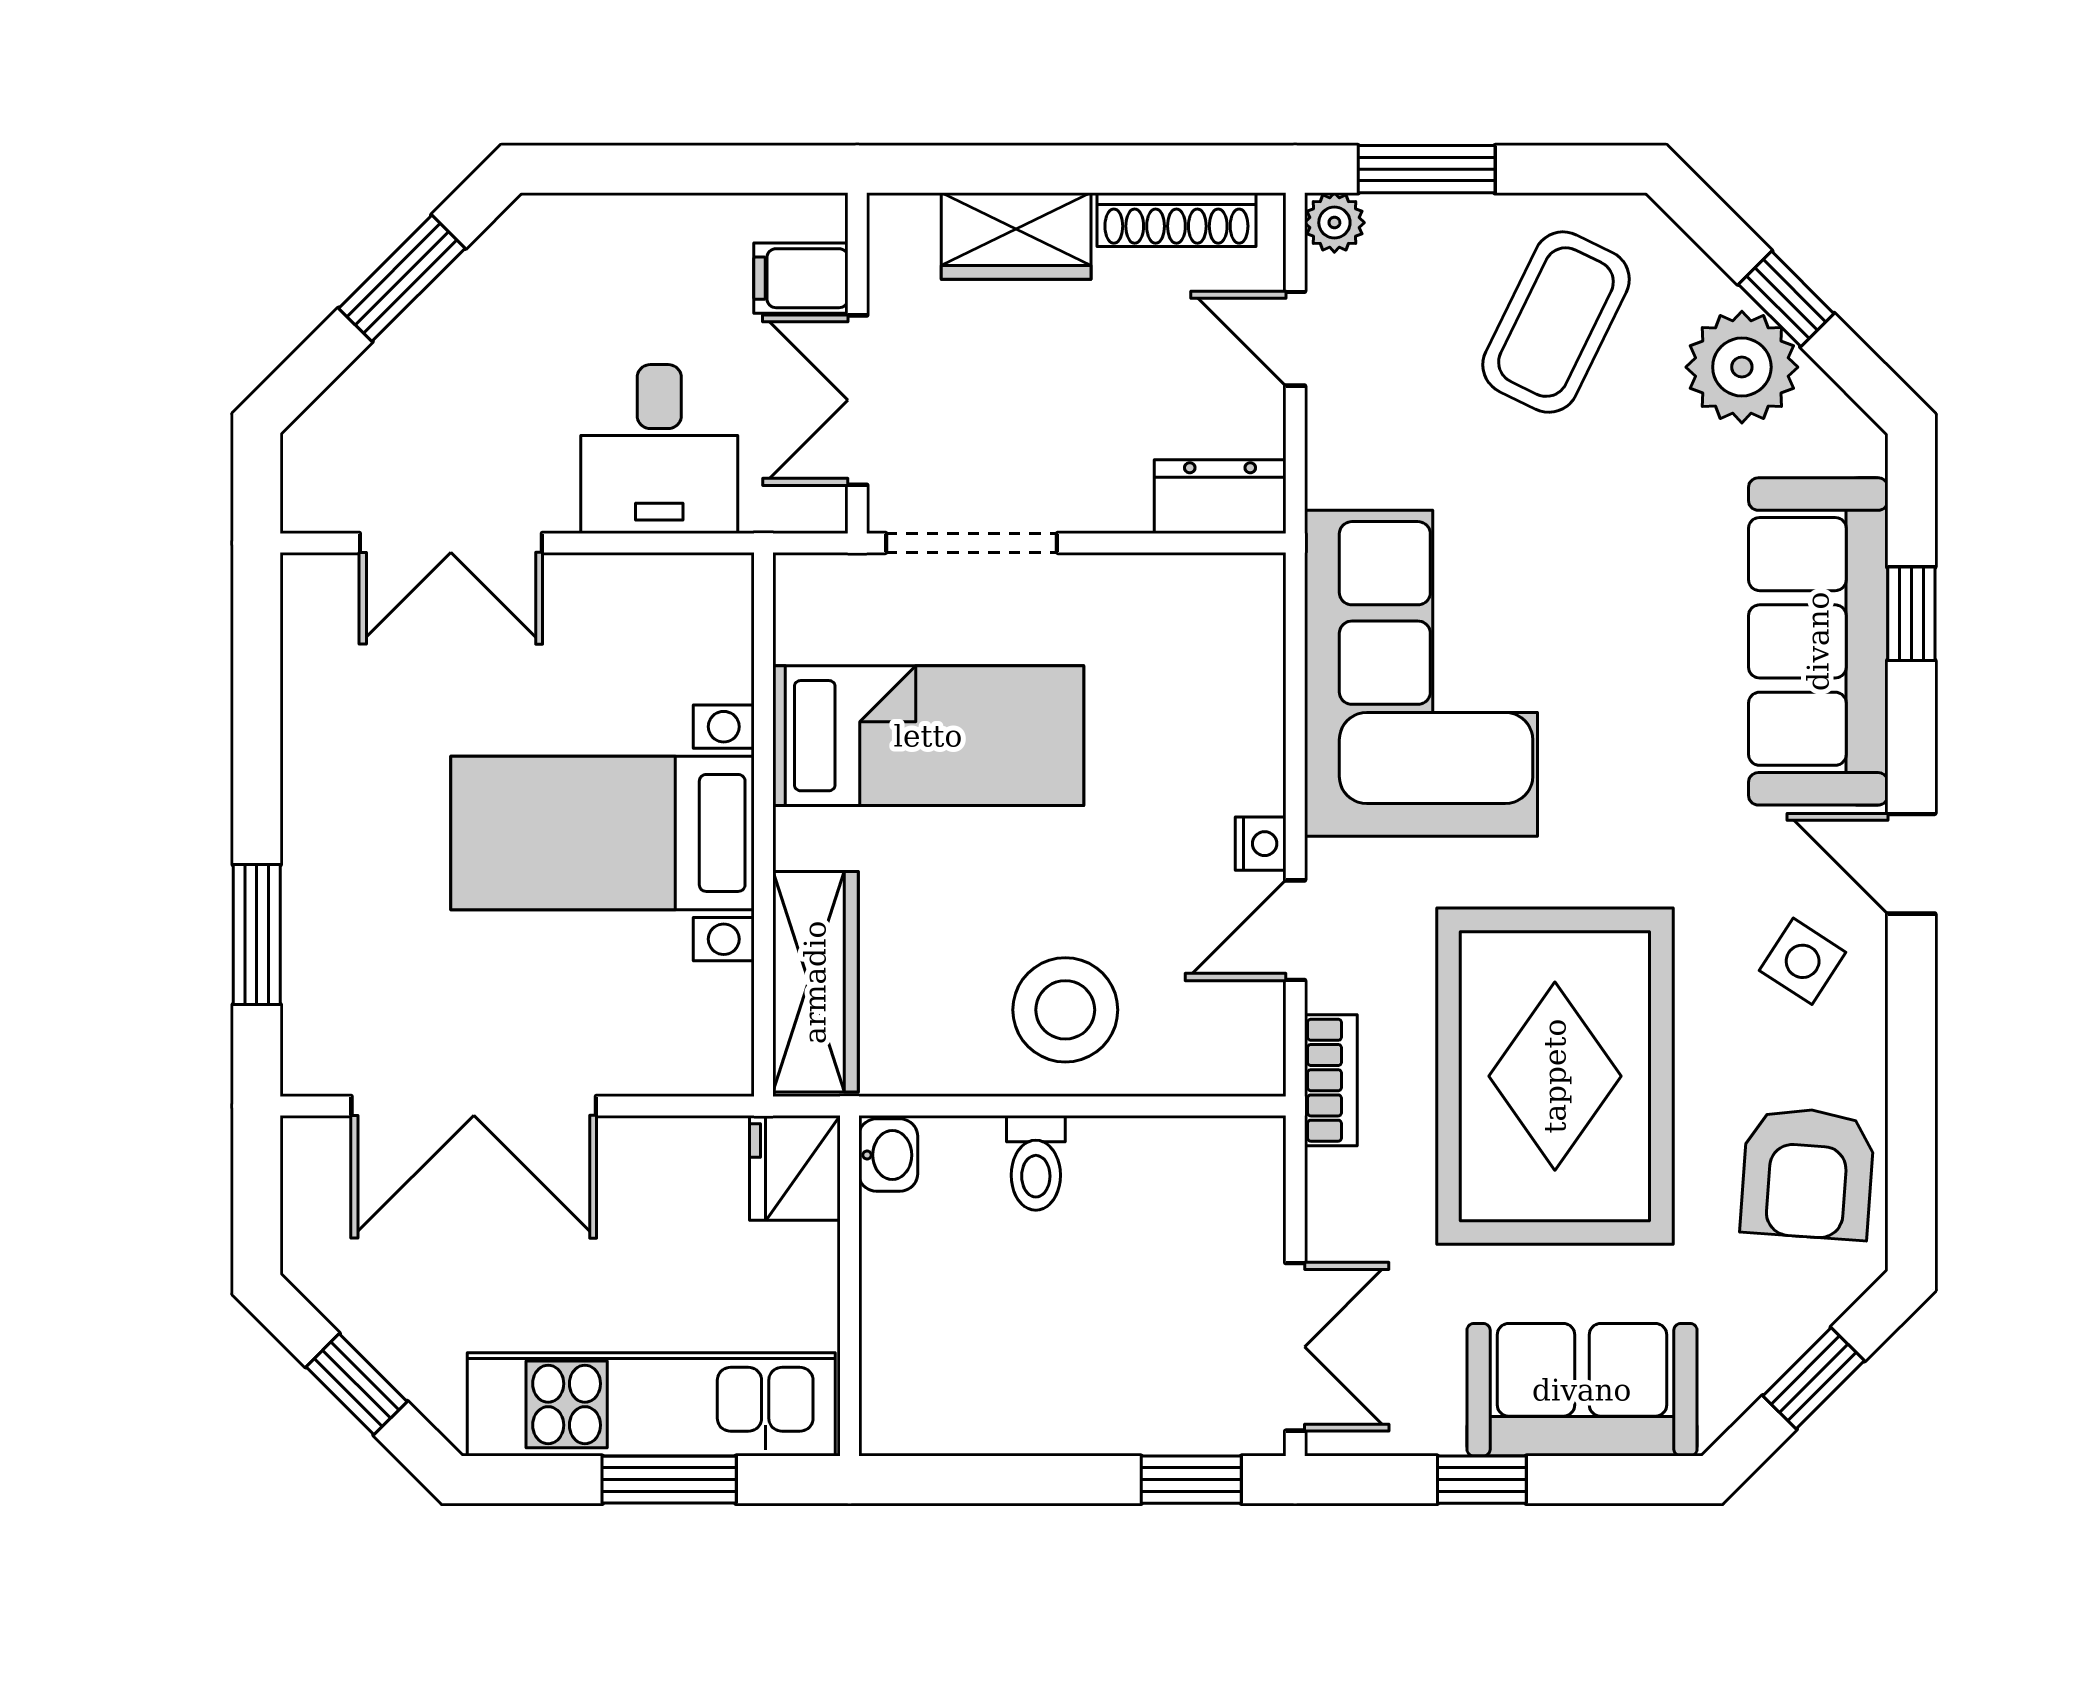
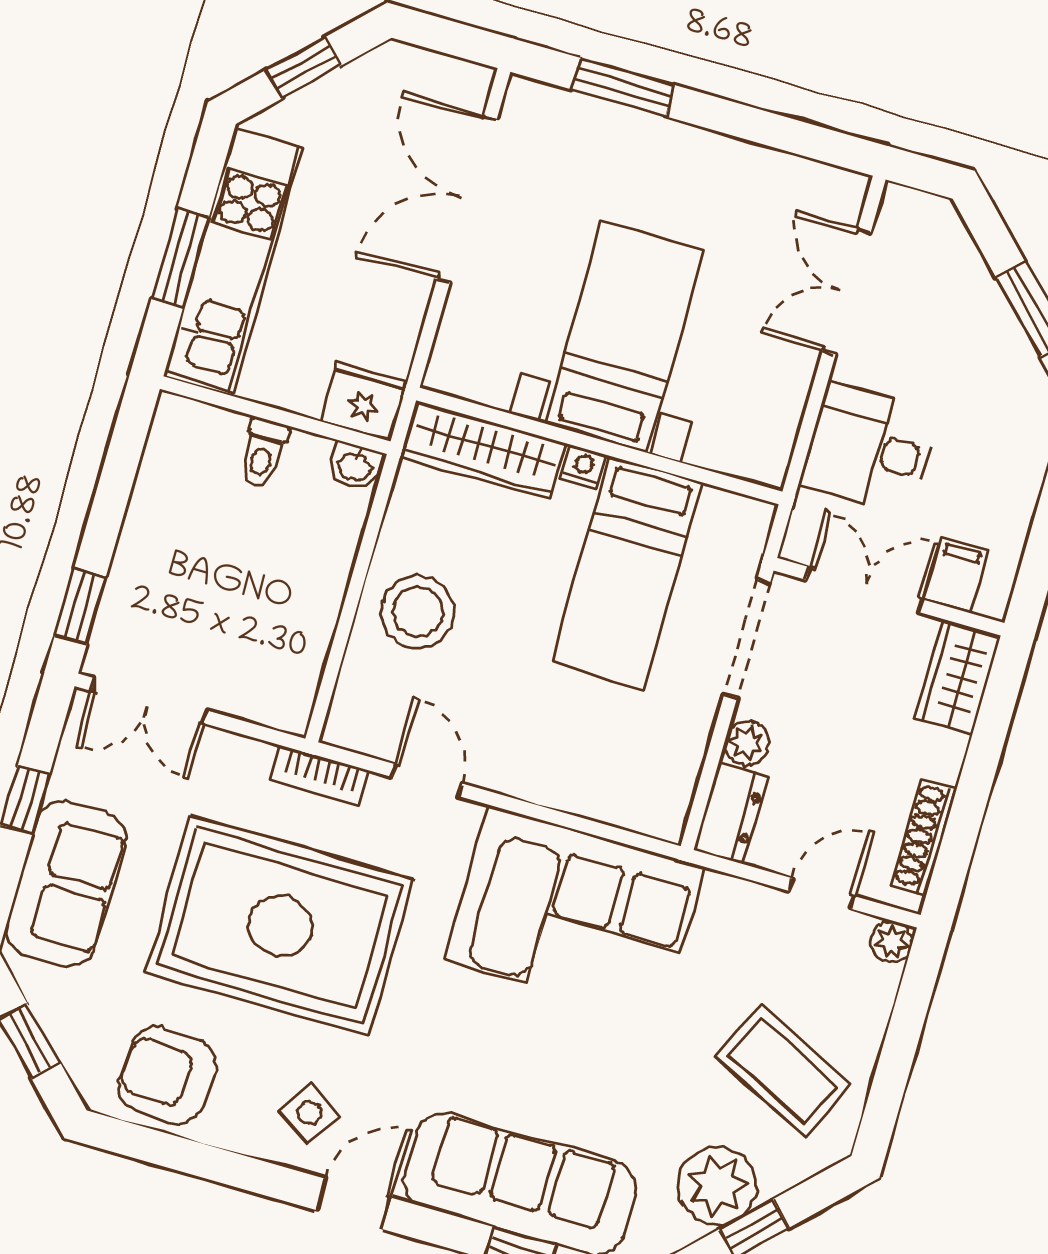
window: (1427, 169) -> (909, 1013), removed
wardrobe: (1016, 236) -> (958, 677), moved
plant: (1117, 502) -> (747, 743), added
nightstand: (1261, 844) -> (583, 466), moved, turned 180
toilet: (1036, 1163) -> (263, 453), moved, turned -90

